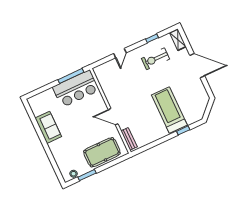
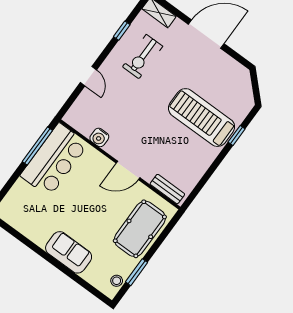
water cooler: (107, 90) -> (99, 137), added
sofa: (48, 127) -> (69, 252), moved

